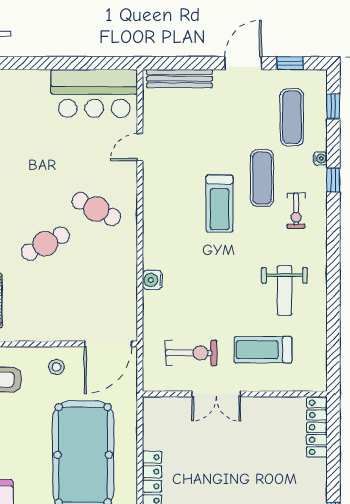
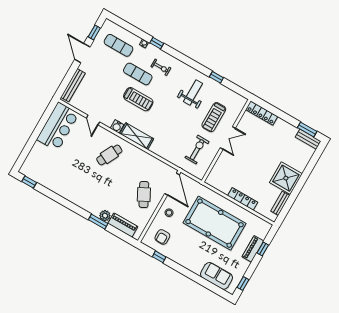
window: (333, 106) -> (216, 77), moved
shelving: (155, 237) -> (137, 136), added
cafe table: (45, 244) -> (144, 195), moved
water cooler: (152, 280) -> (117, 126), moved
weight bench: (285, 290) -> (193, 93), turned -90
double door: (216, 394) -> (228, 138), moved

